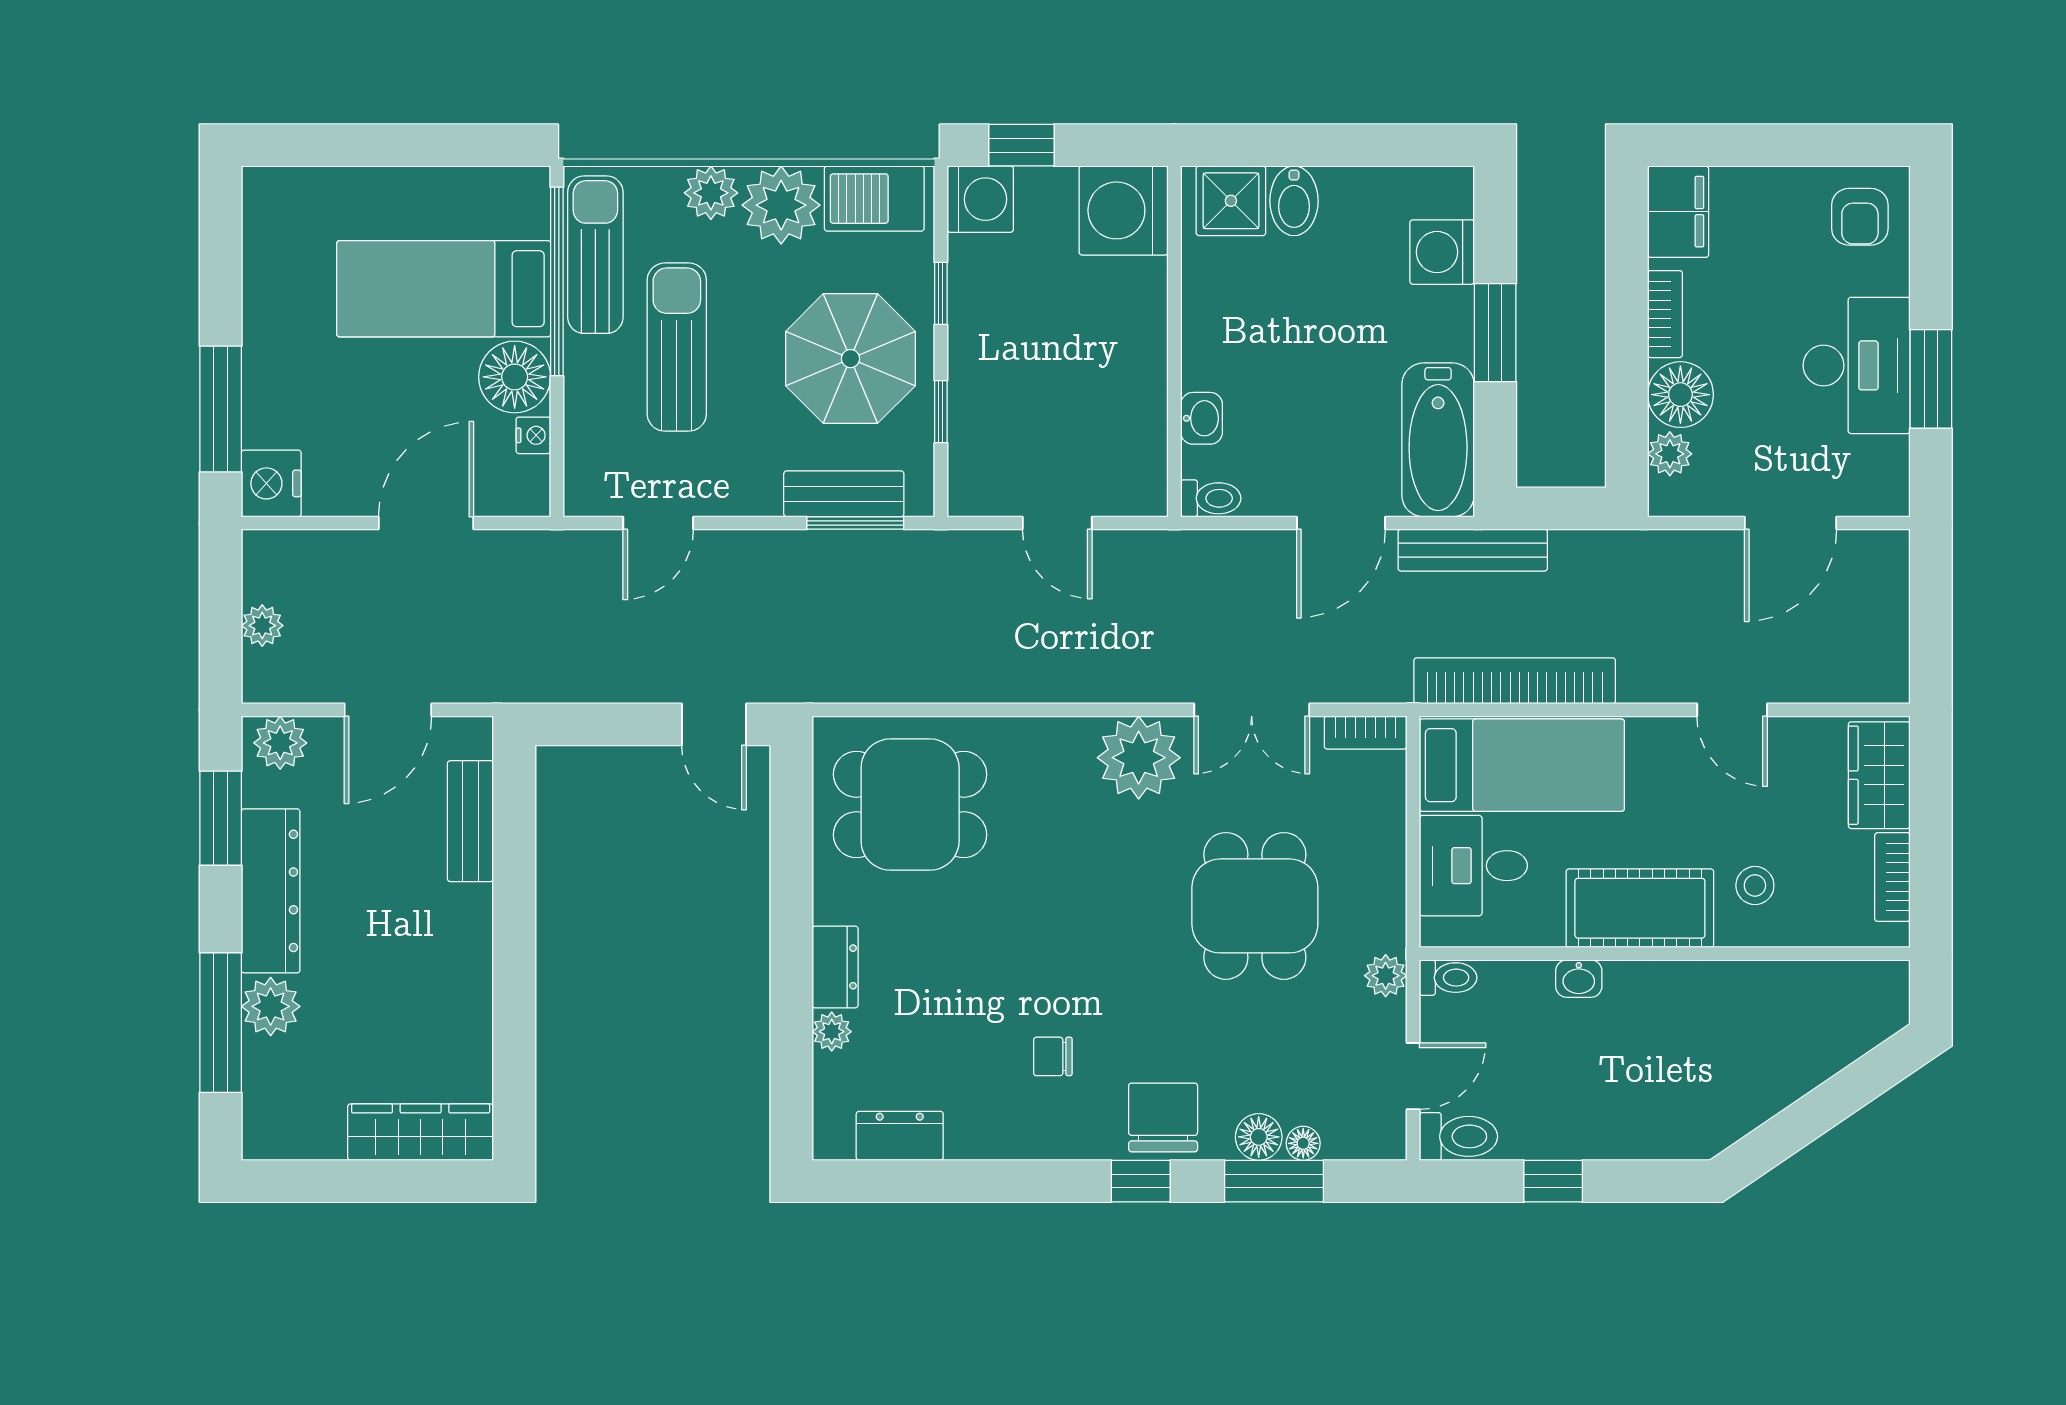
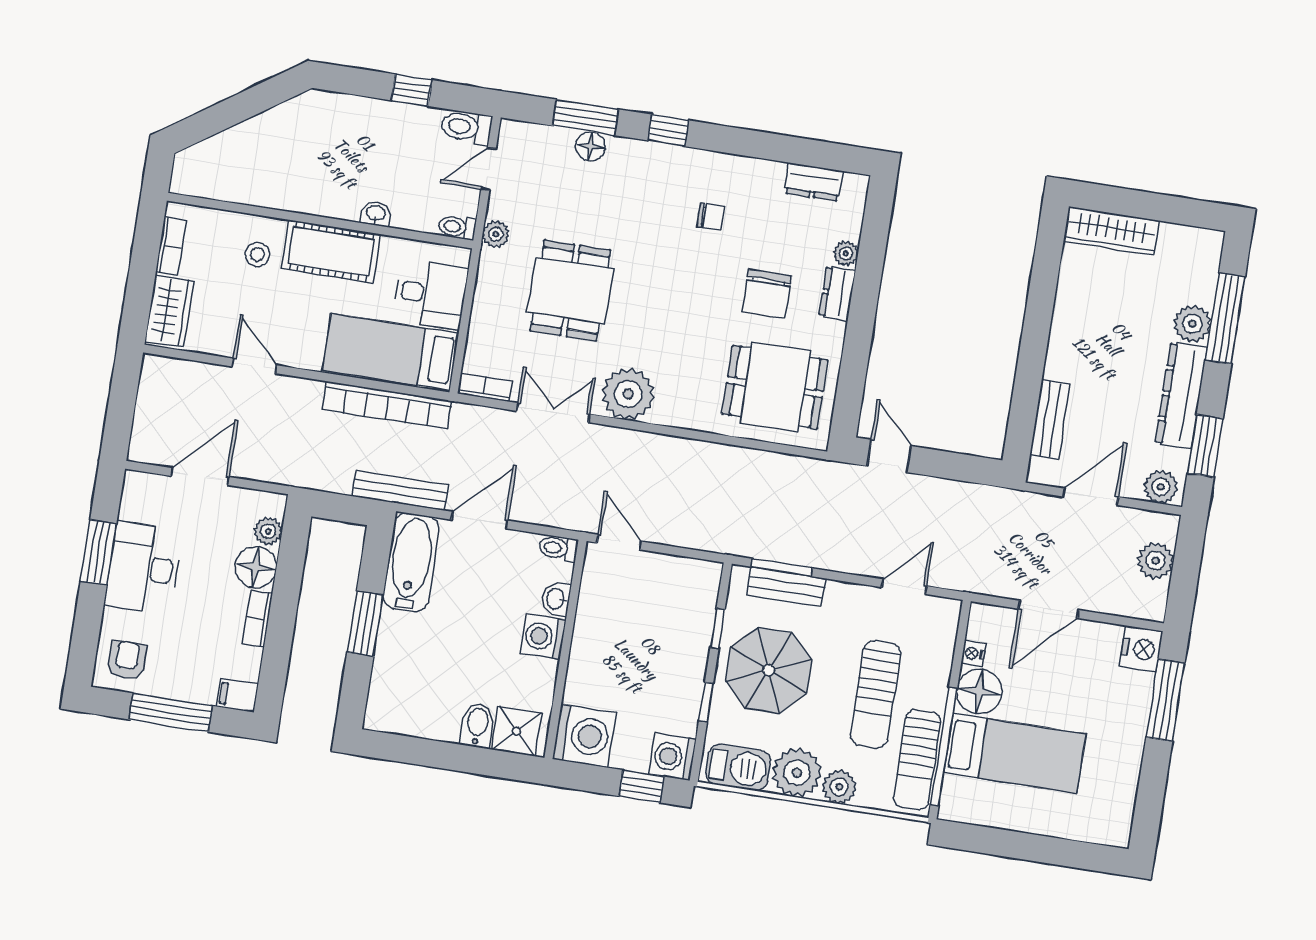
window: (1778, 145) -> (171, 713), added
filing cabinet: (1678, 212) -> (237, 695), width x0.50
washing machine: (1442, 252) -> (543, 637), moved, turned 180
door: (1057, 523) -> (619, 542), moved
plant: (262, 626) -> (1156, 561), width x1.38, depth x1.38
chair: (1163, 1117) -> (767, 294), moved
floor lamp: (1303, 1143) -> (563, 138), removed

